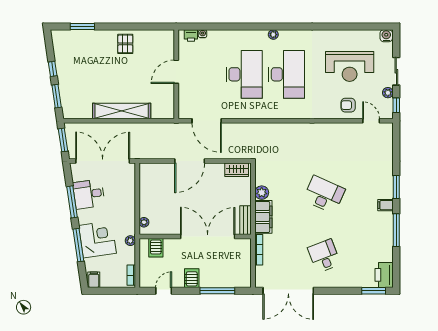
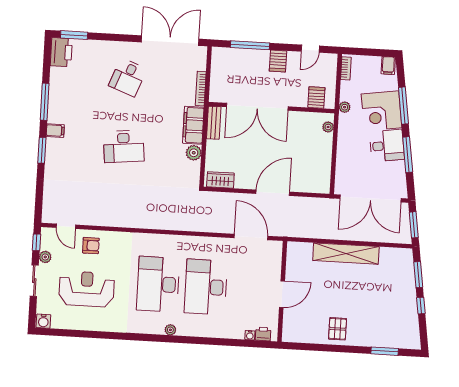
desk: (89, 194) -> (387, 146), moved
desk: (324, 195) -> (124, 146), turned -30
desk: (324, 256) -> (128, 77), turned 42

